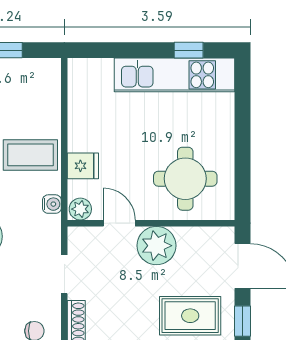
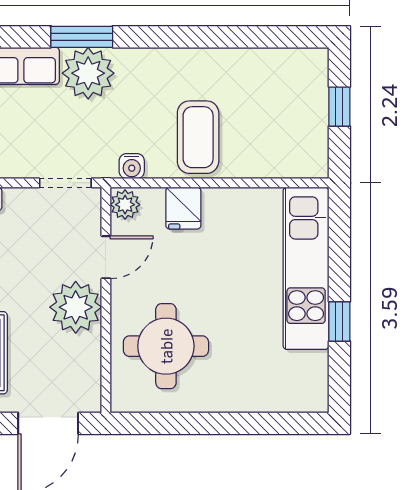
window: (189, 50) -> (339, 321), moved
kitchen unit: (175, 75) -> (306, 268), moved
doorway: (64, 274) -> (65, 183), moved

